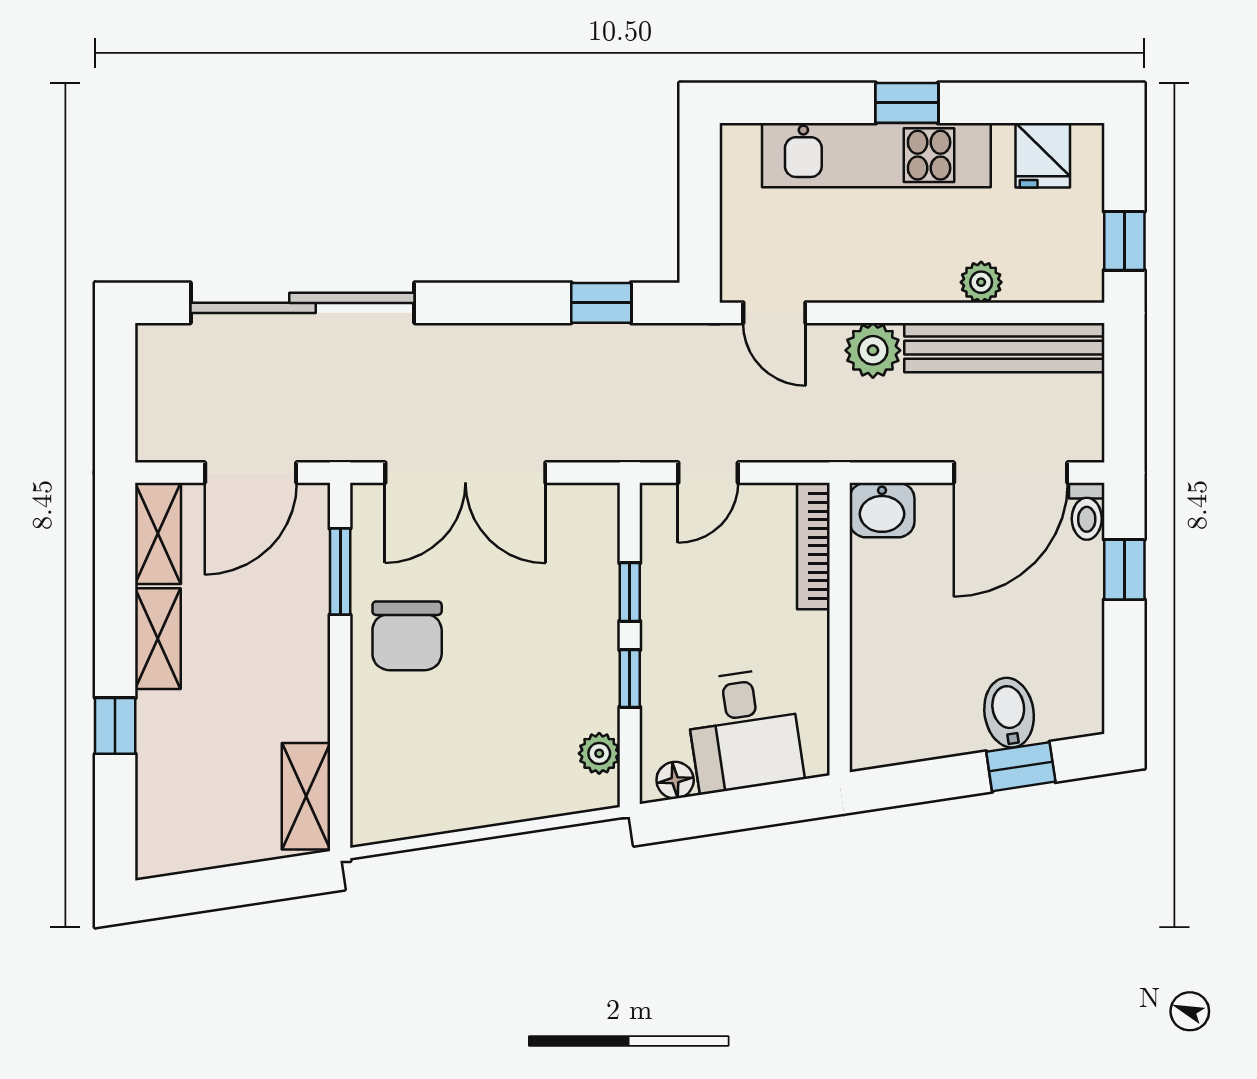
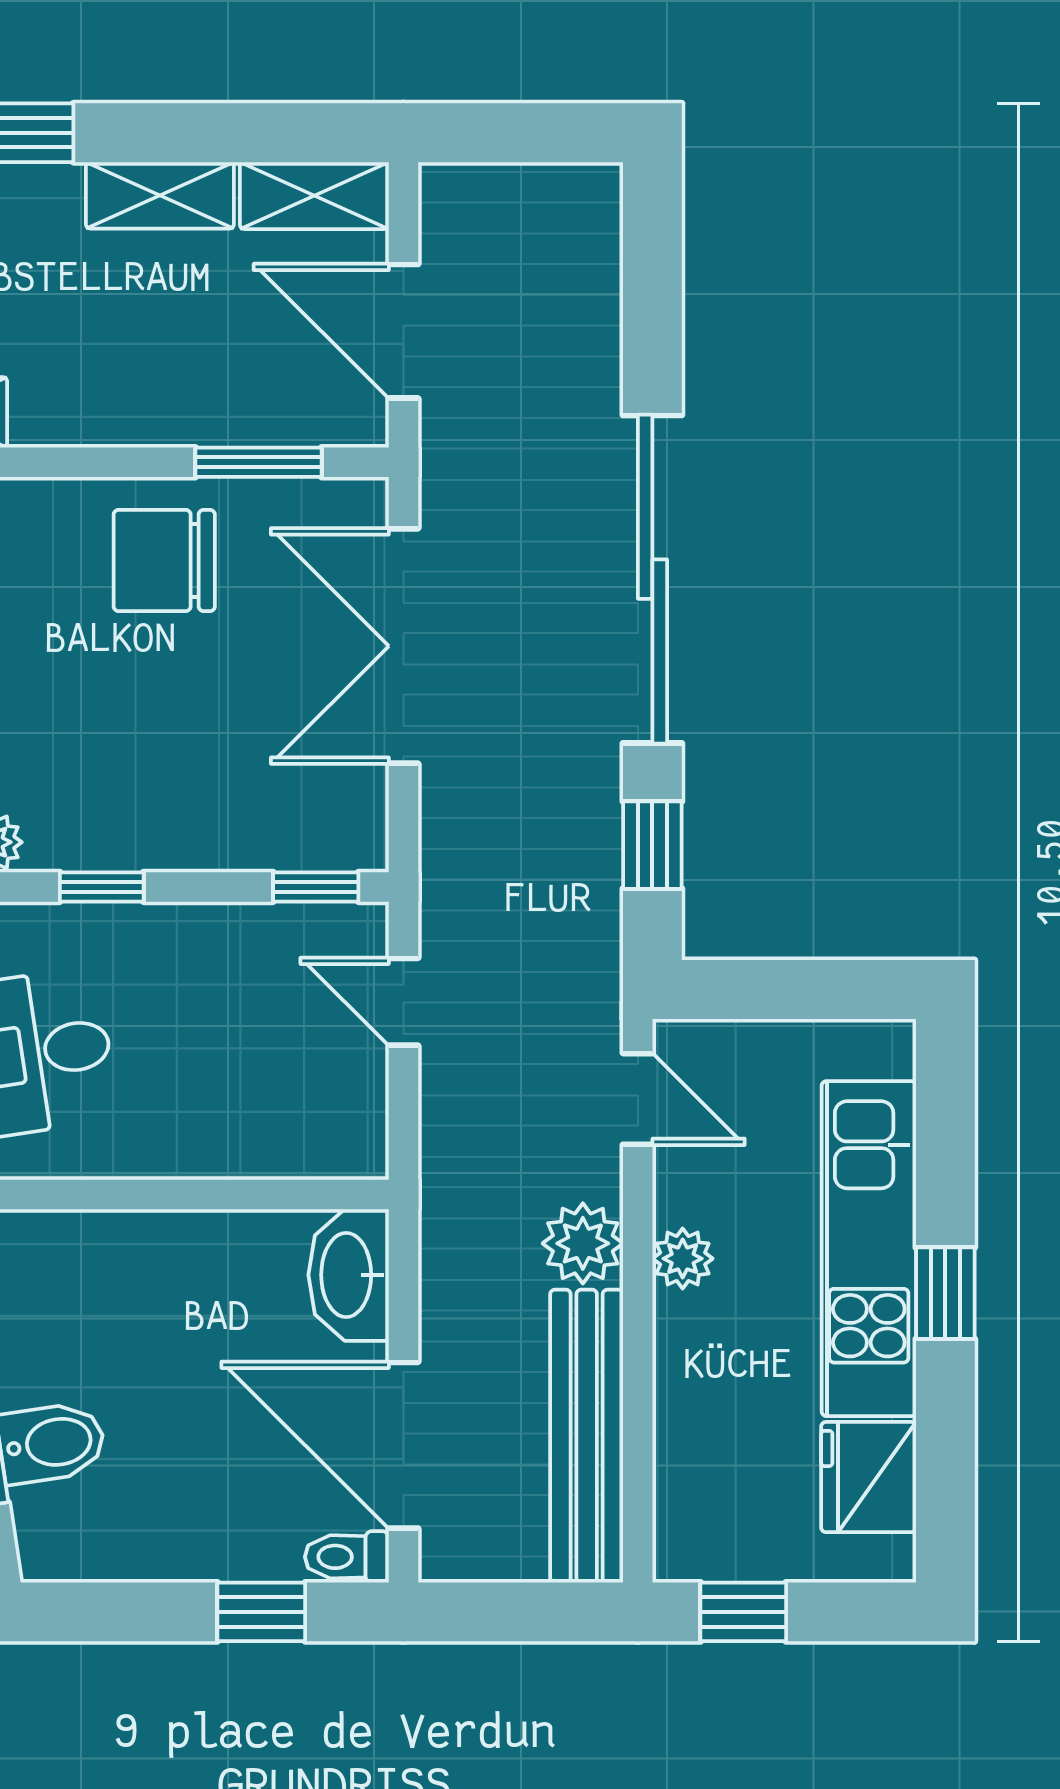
fridge: (1043, 155) -> (869, 1477), width x1.38
plant: (981, 282) -> (683, 1259), moved
sliding door: (303, 303) -> (652, 579), moved
door: (774, 313) -> (638, 1099), swing flipped
washbasin: (882, 510) -> (349, 1275), width x1.38
bookcase: (813, 546) -> (296, 1156), removed
window: (630, 592) -> (316, 887), moved

